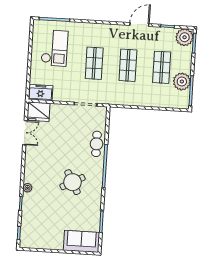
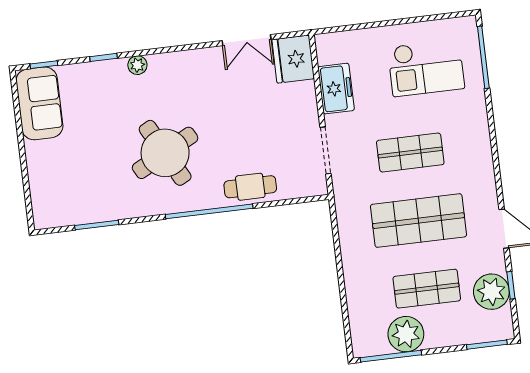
plant: (185, 37) -> (491, 292), moved
shop shelf: (128, 65) -> (419, 221), width x1.43, depth x1.36
freezer: (41, 93) -> (336, 89), moved
round table: (73, 182) -> (165, 153), width x1.36, depth x1.36
sofa: (81, 241) -> (39, 103), moved

